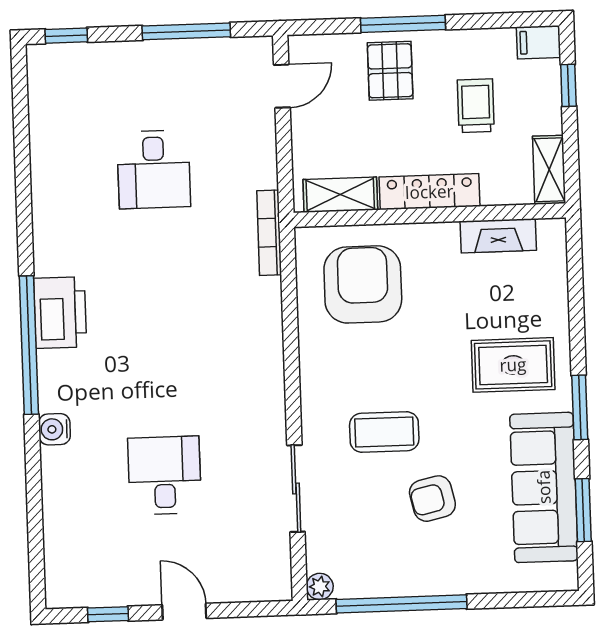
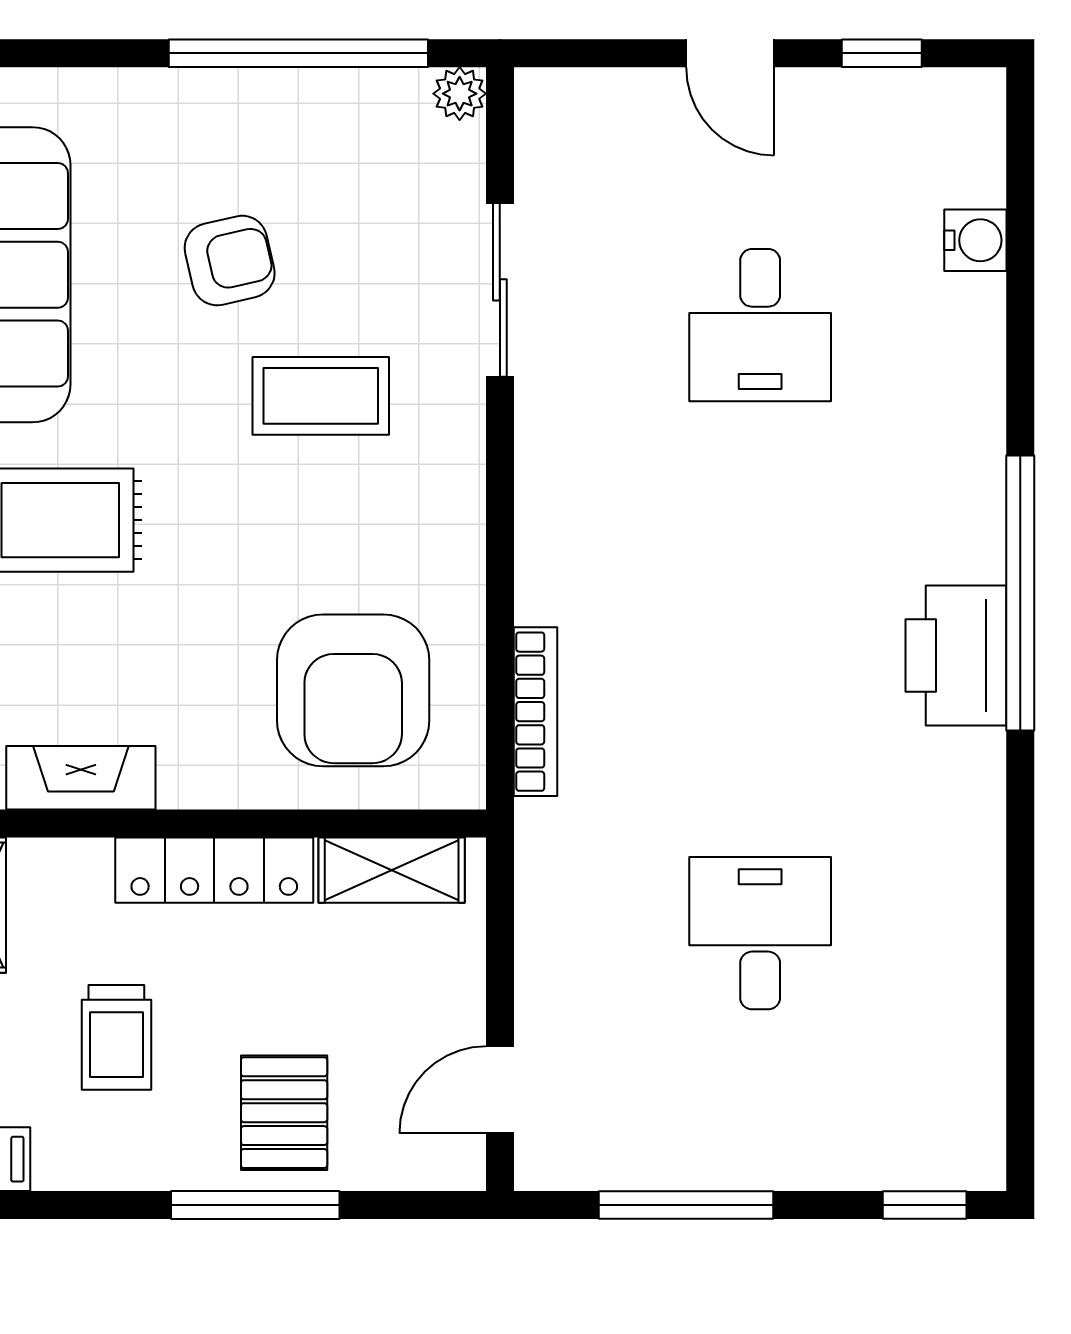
bookcase: (269, 233) -> (535, 712), moved
water cooler: (54, 429) -> (975, 240), moved

